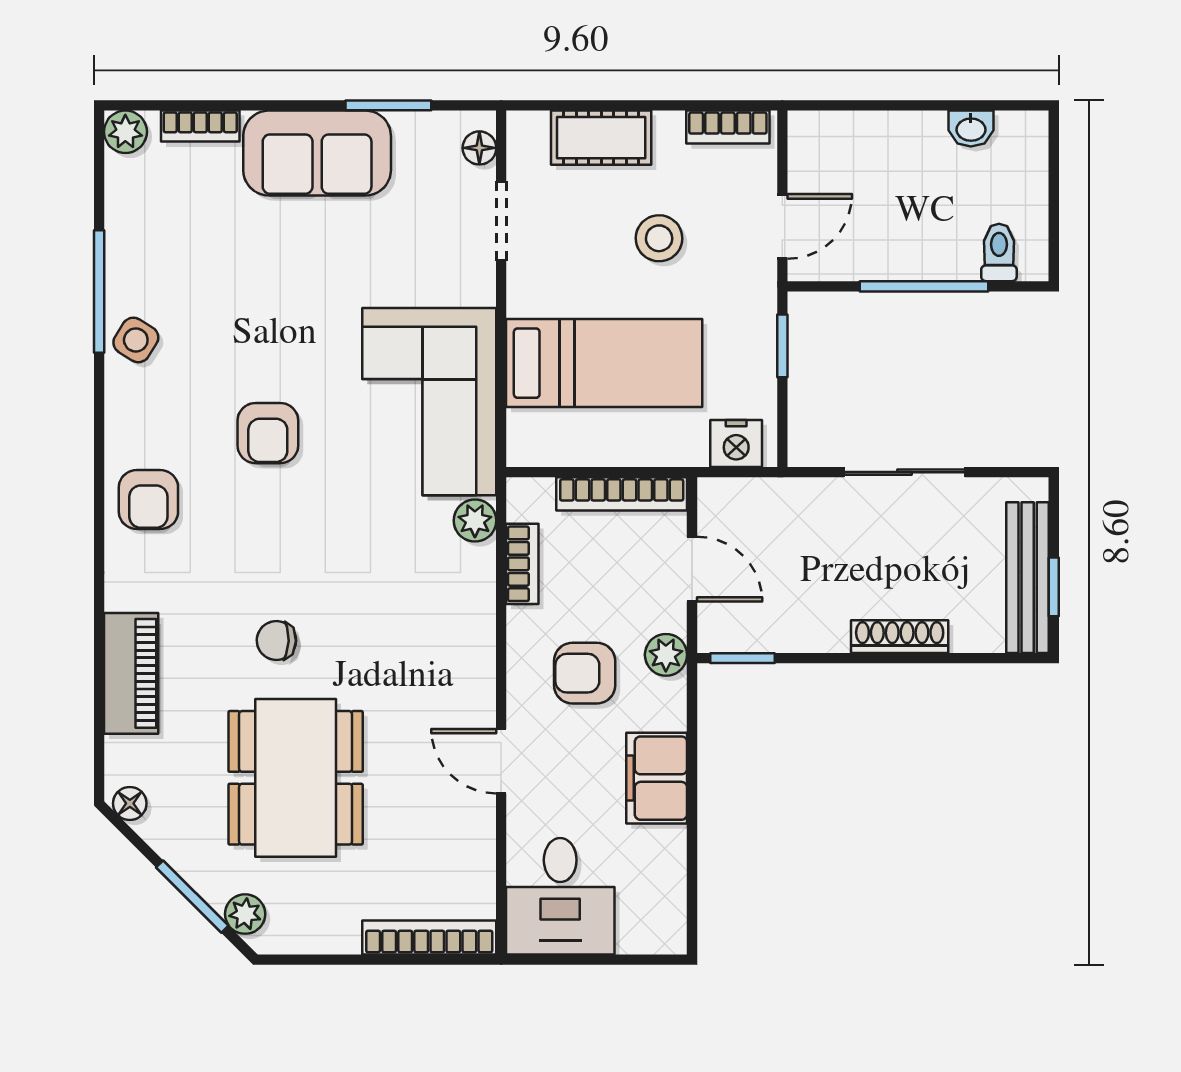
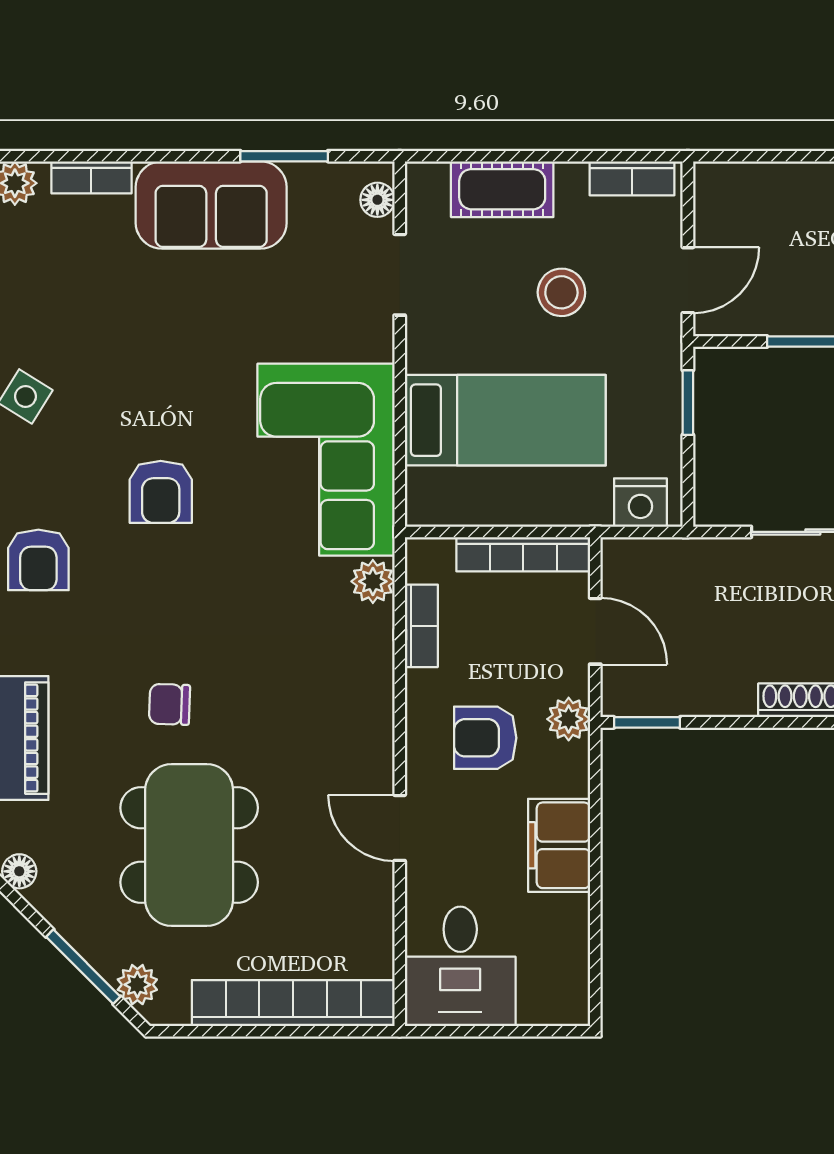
bookcase: (429, 937) -> (293, 1003), width x1.48, depth x1.31

